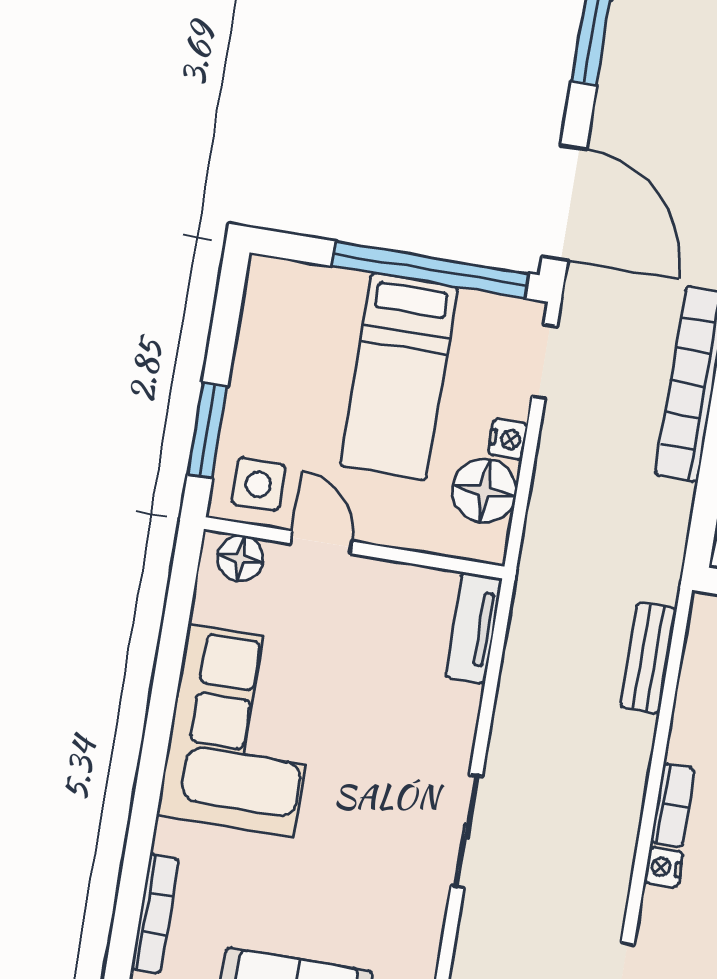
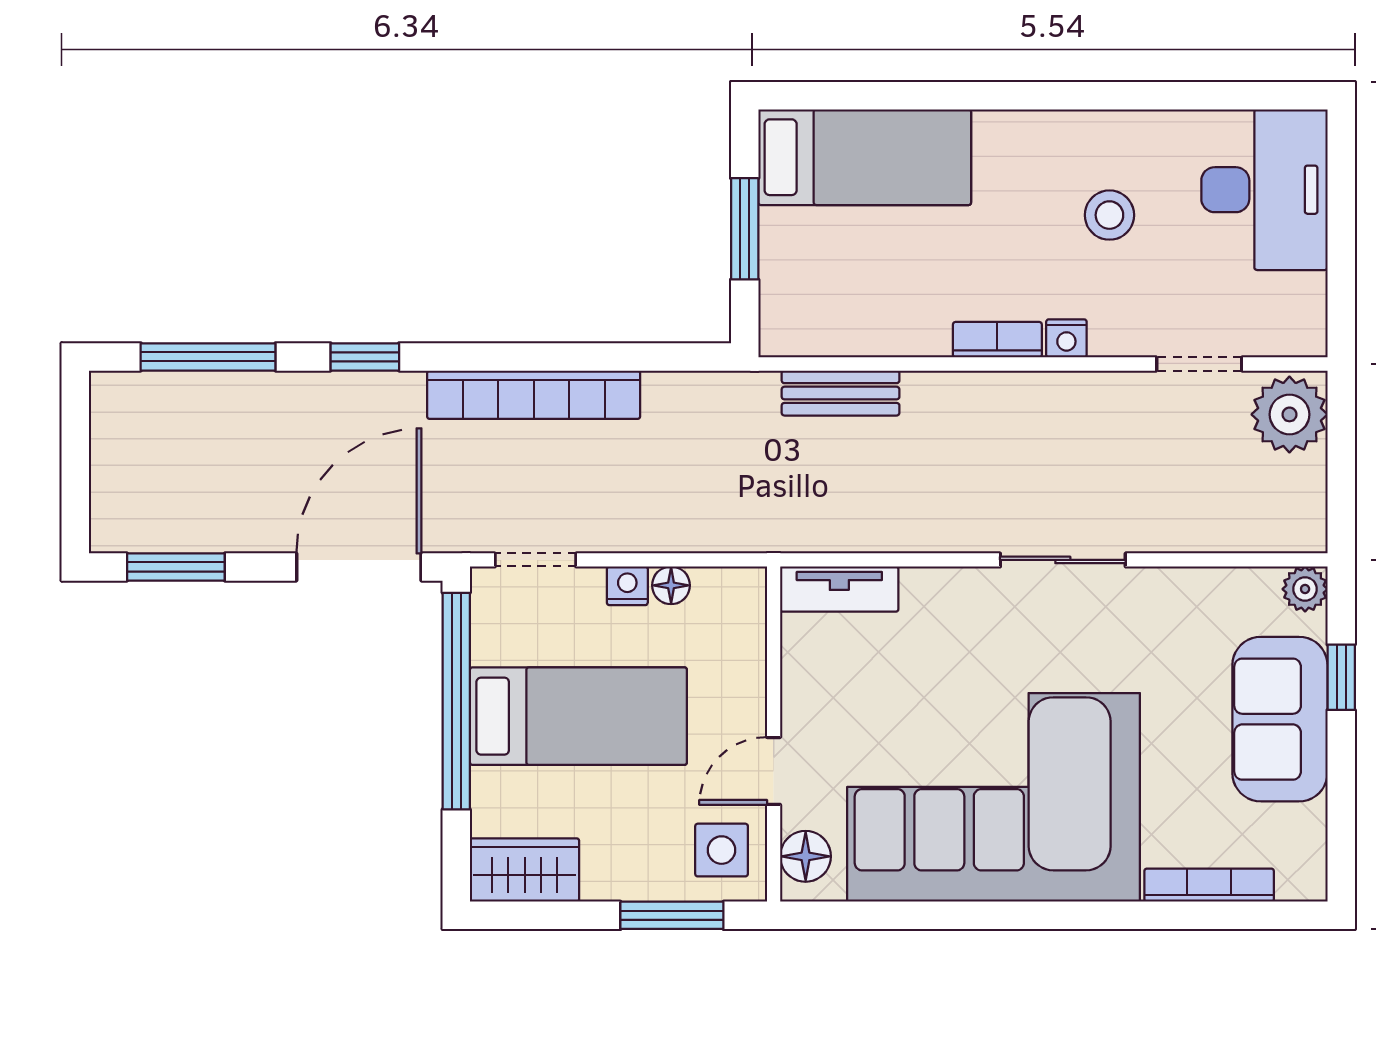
wardrobe: (270, 306) -> (525, 870), added
floor lamp: (484, 491) -> (671, 585), width x0.53, depth x0.53
corner sofa: (241, 730) -> (993, 797), width x1.36, depth x1.36

